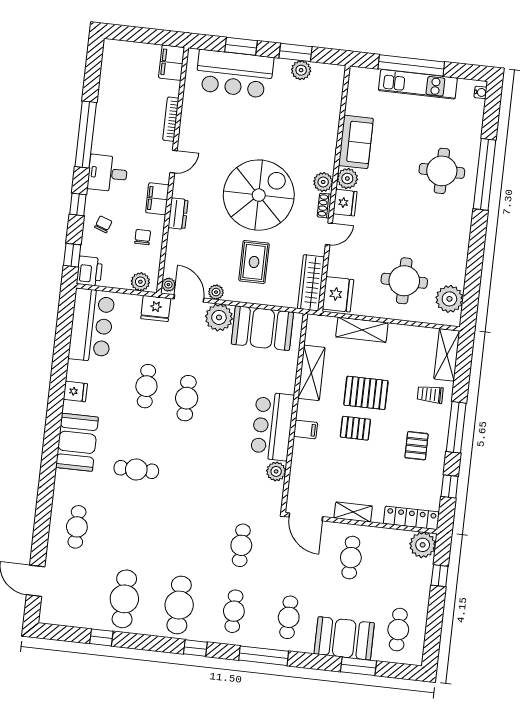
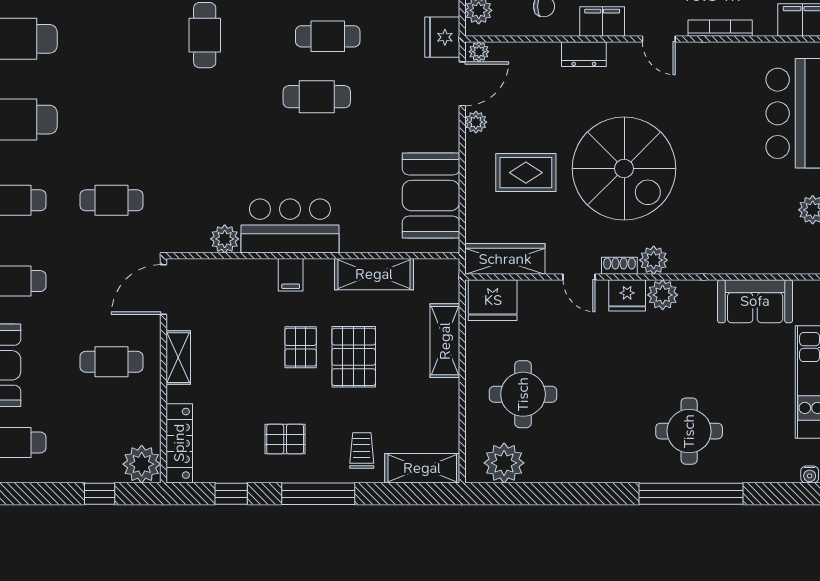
sofa: (356, 142) -> (755, 301), moved
plant: (219, 317) -> (439, 131), removed

